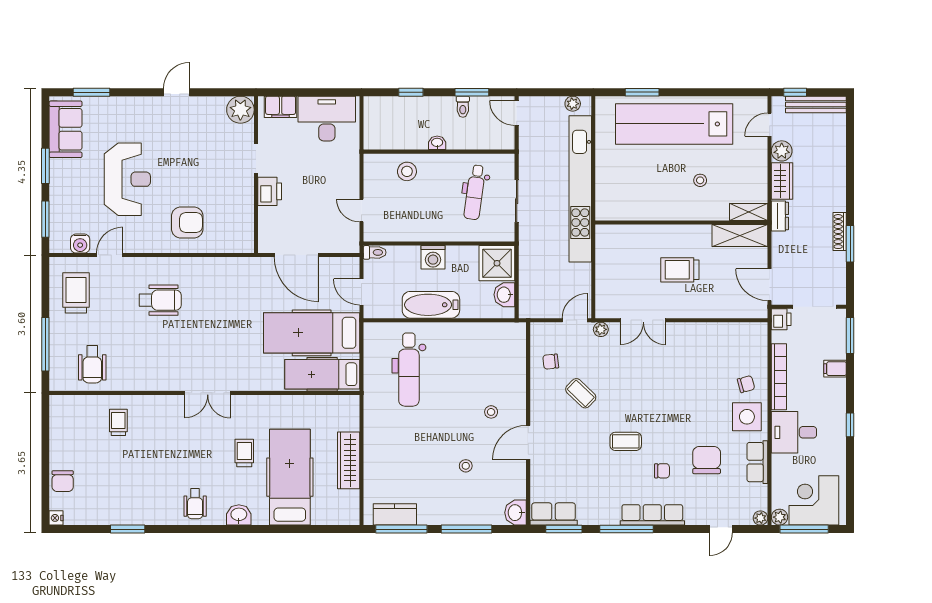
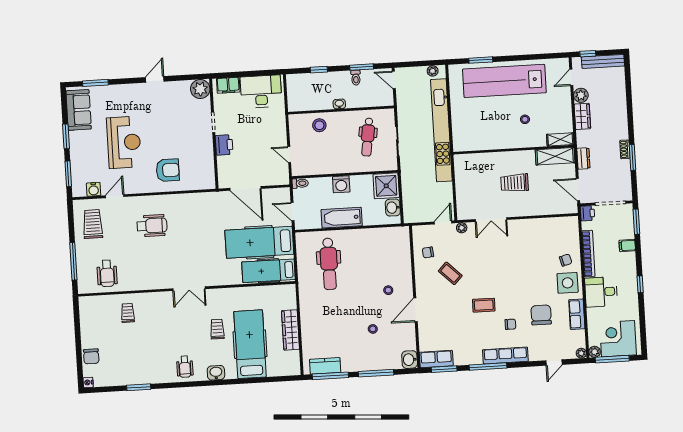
dresser: (780, 216) -> (583, 158), moved
shoe rack: (840, 232) -> (625, 149), width x0.70

